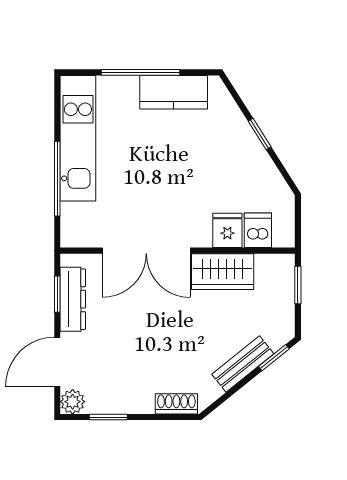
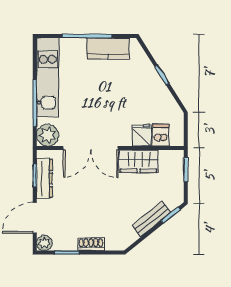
plant: (78, 230) -> (48, 135), added
shoe rack: (176, 404) -> (91, 244), moved

